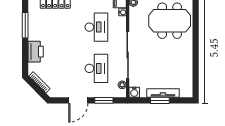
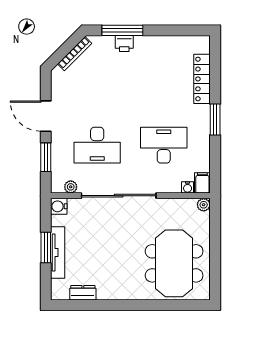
window: (25, 25) -> (122, 30), moved
desk: (96, 27) -> (164, 145), turned 180
printer: (36, 52) -> (124, 43), width x0.53, depth x0.68
dresser: (188, 77) -> (83, 293), added

